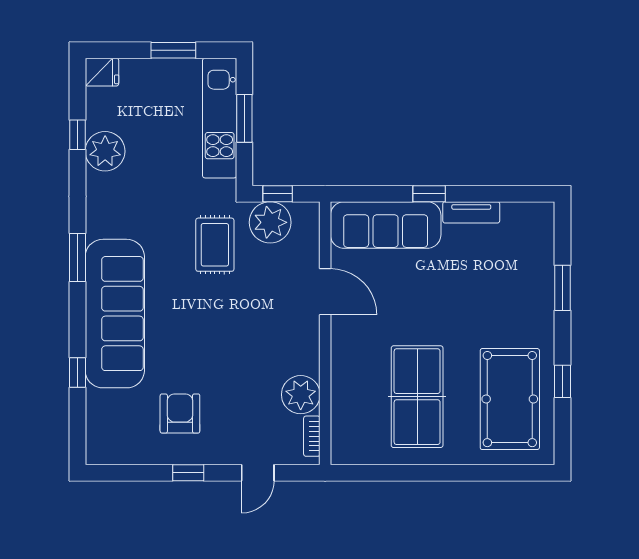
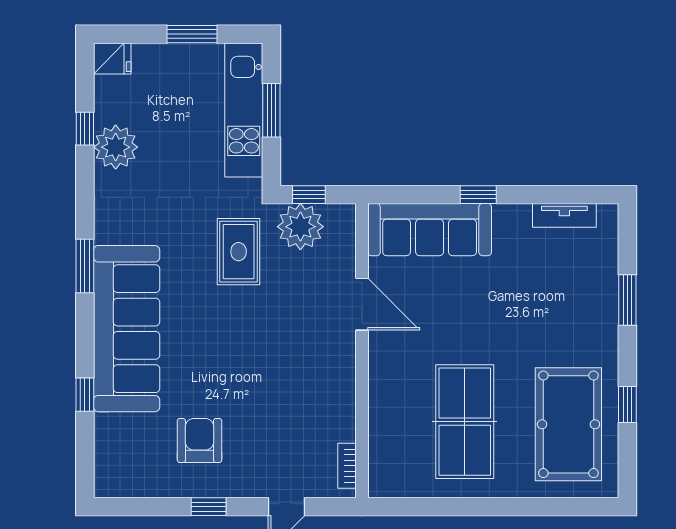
tv unit: (471, 212) -> (564, 215), moved
plant: (301, 395) -> (335, 419), removed

